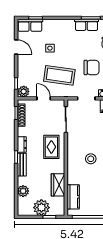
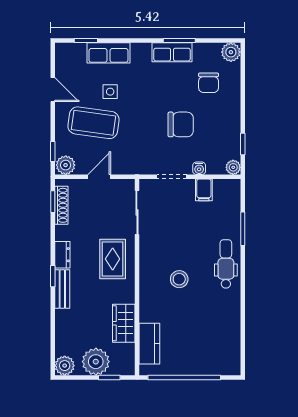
row of seats: (30, 25) -> (108, 53), moved
coffee table: (59, 75) -> (93, 123), moved
door: (44, 98) -> (99, 177), hinge flipped
plant: (23, 191) -> (65, 366), moved

